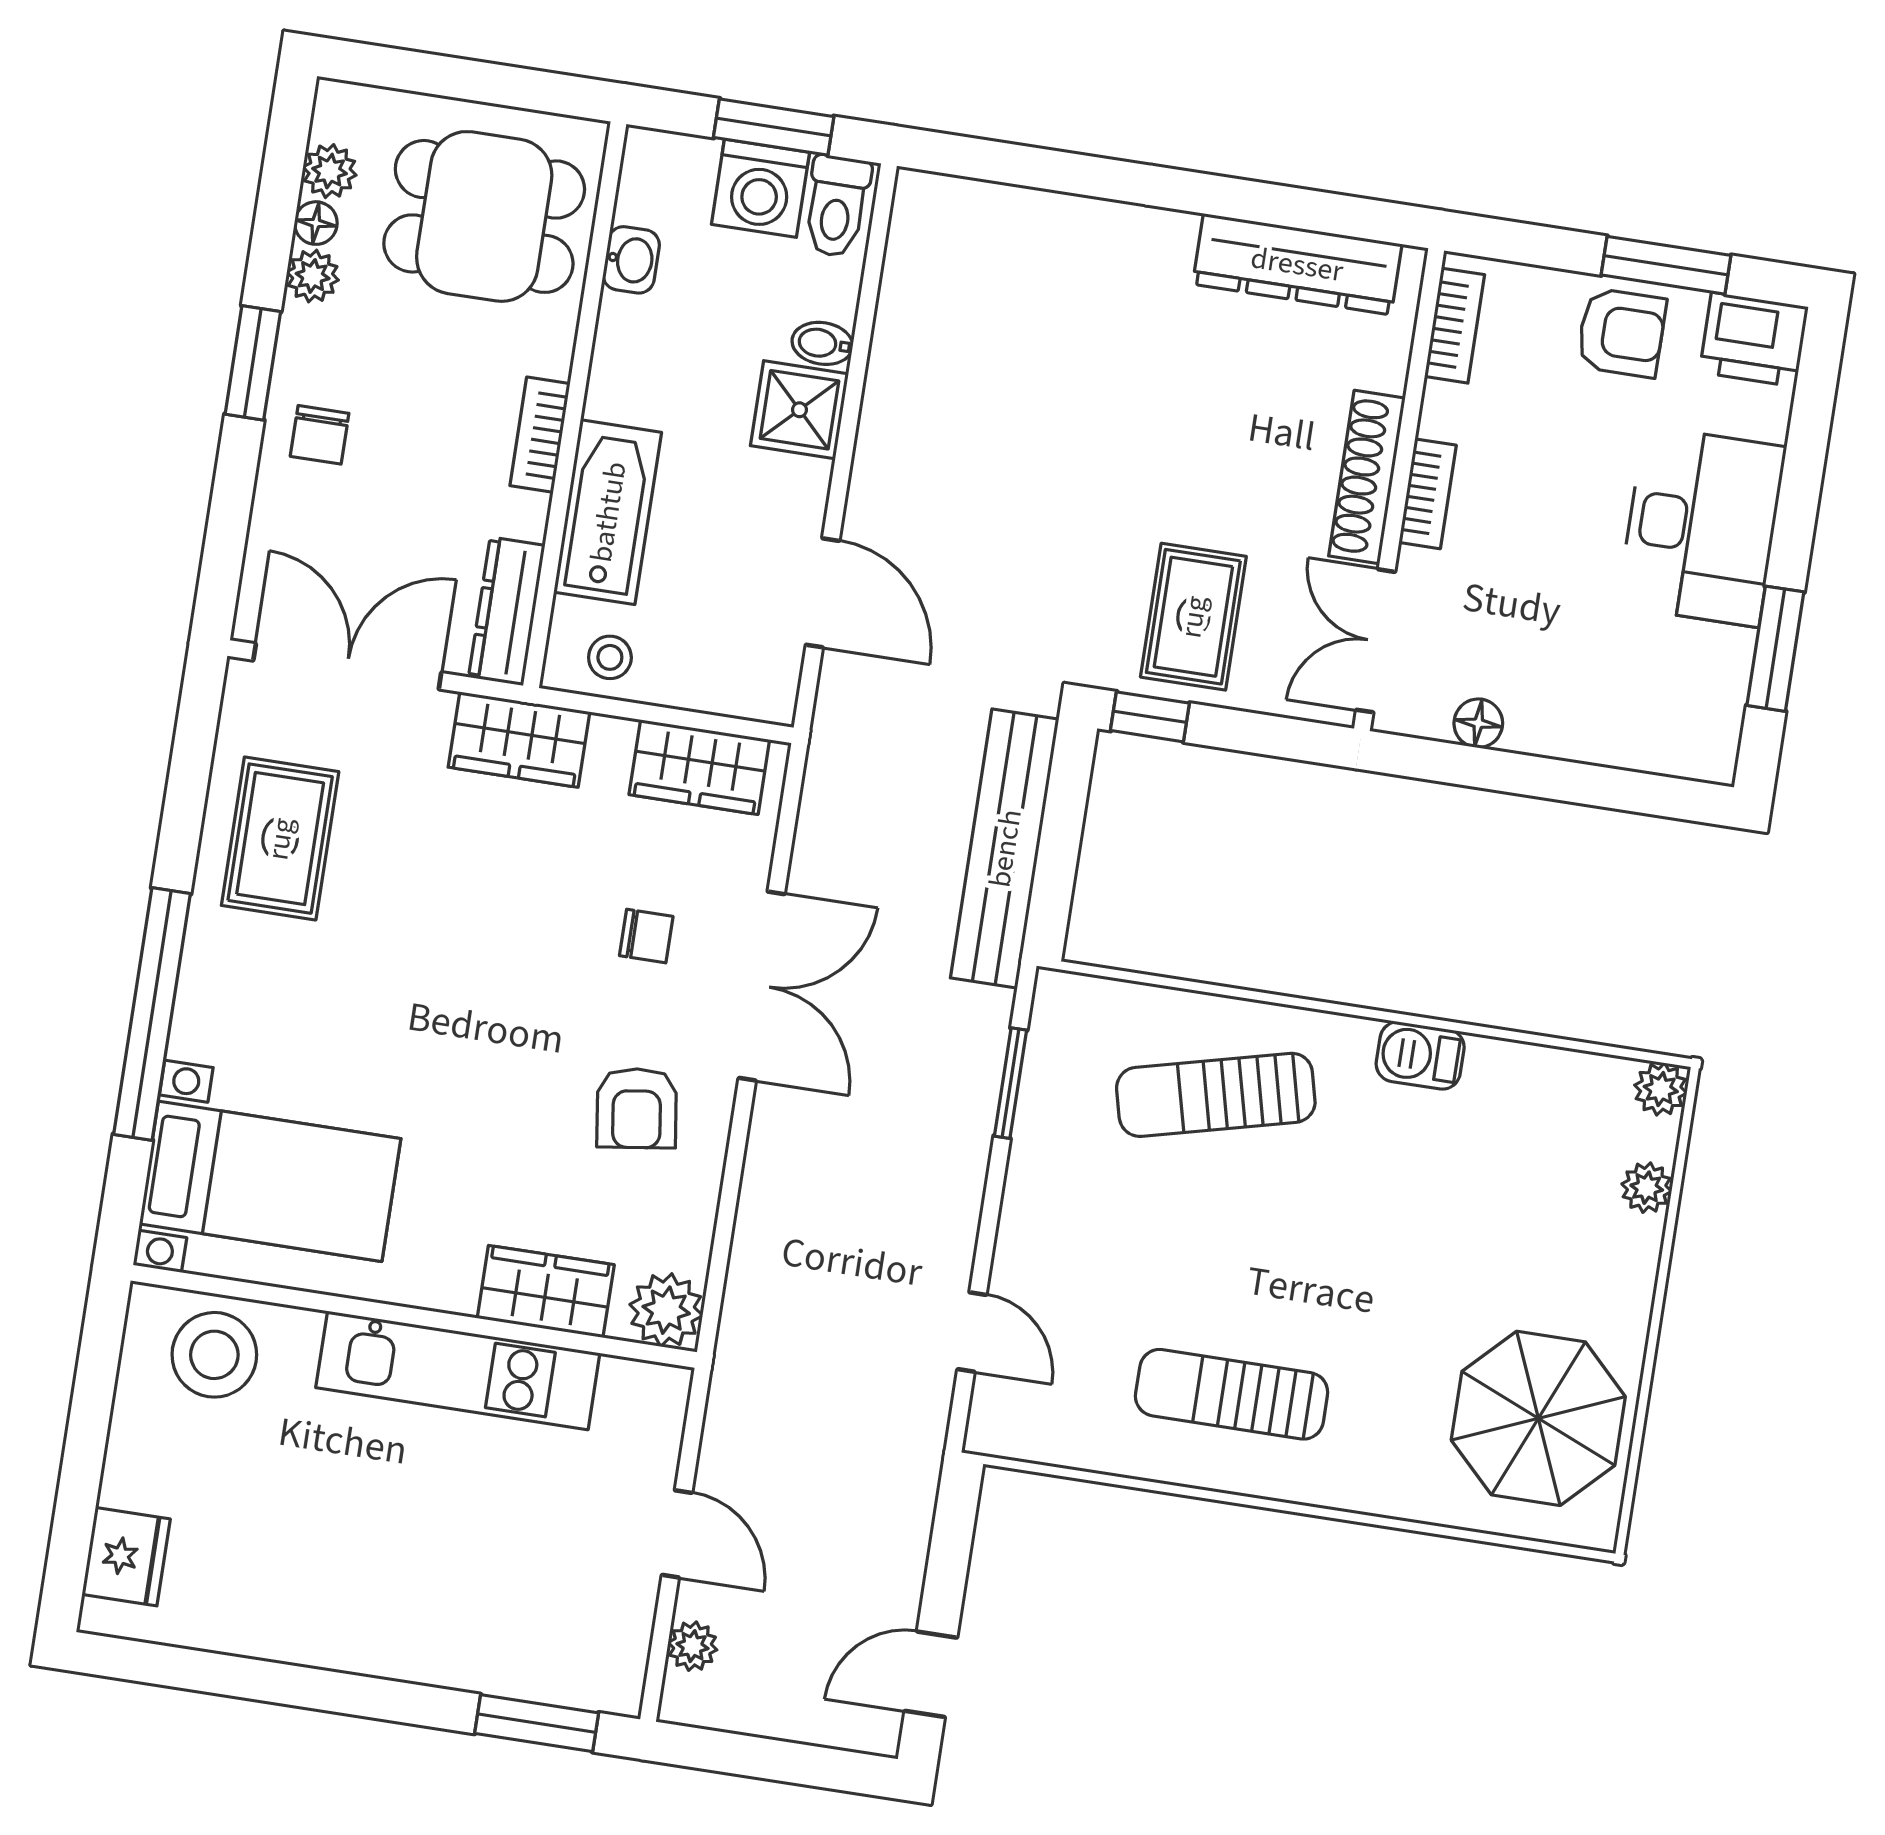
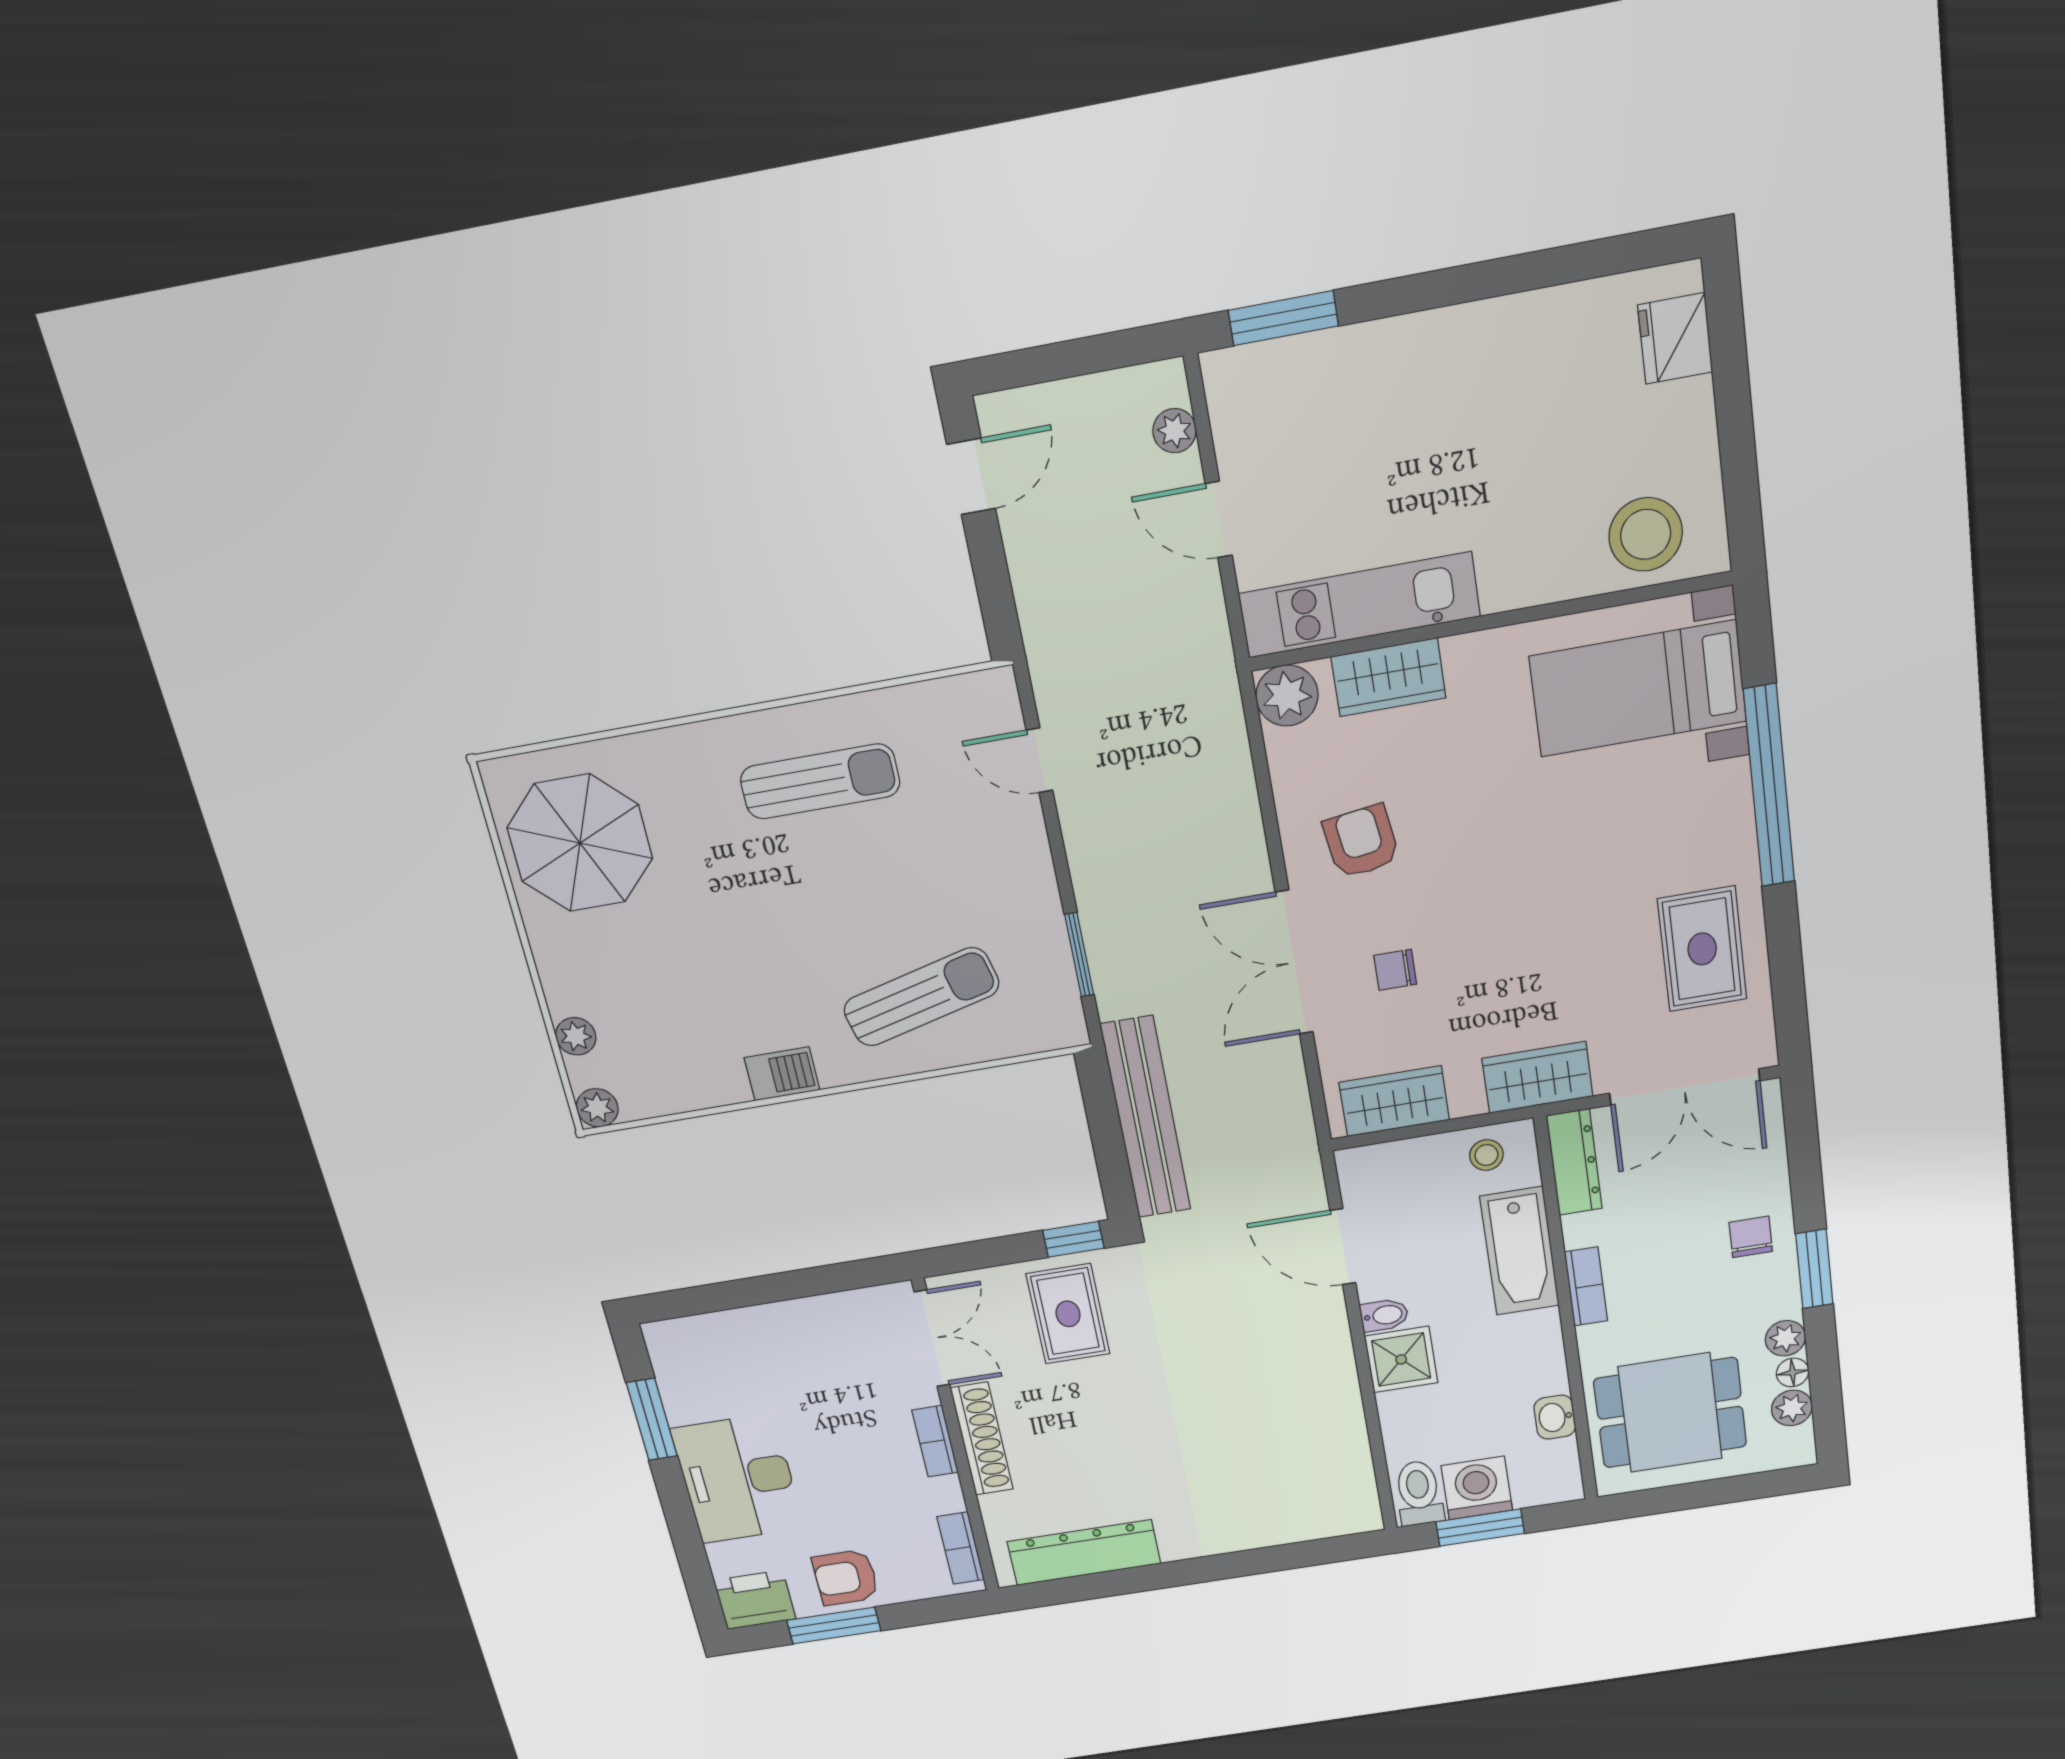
bidet: (822, 343) -> (1384, 1315), moved
floor lamp: (1478, 723) -> (837, 1308), removed
kitchen unit: (458, 1370) -> (1359, 605), moved

